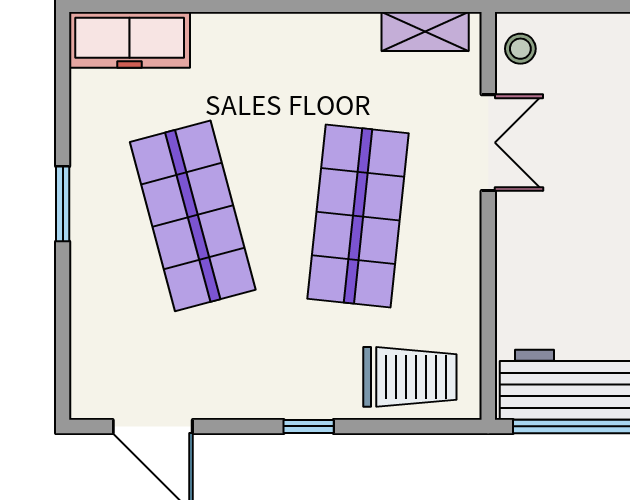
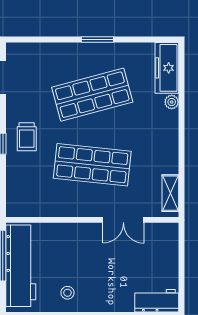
plant: (210, 29) -> (172, 102), added
stool: (520, 49) -> (163, 234), removed
trolley: (410, 377) -> (27, 137), moved, width x0.73, depth x0.72

